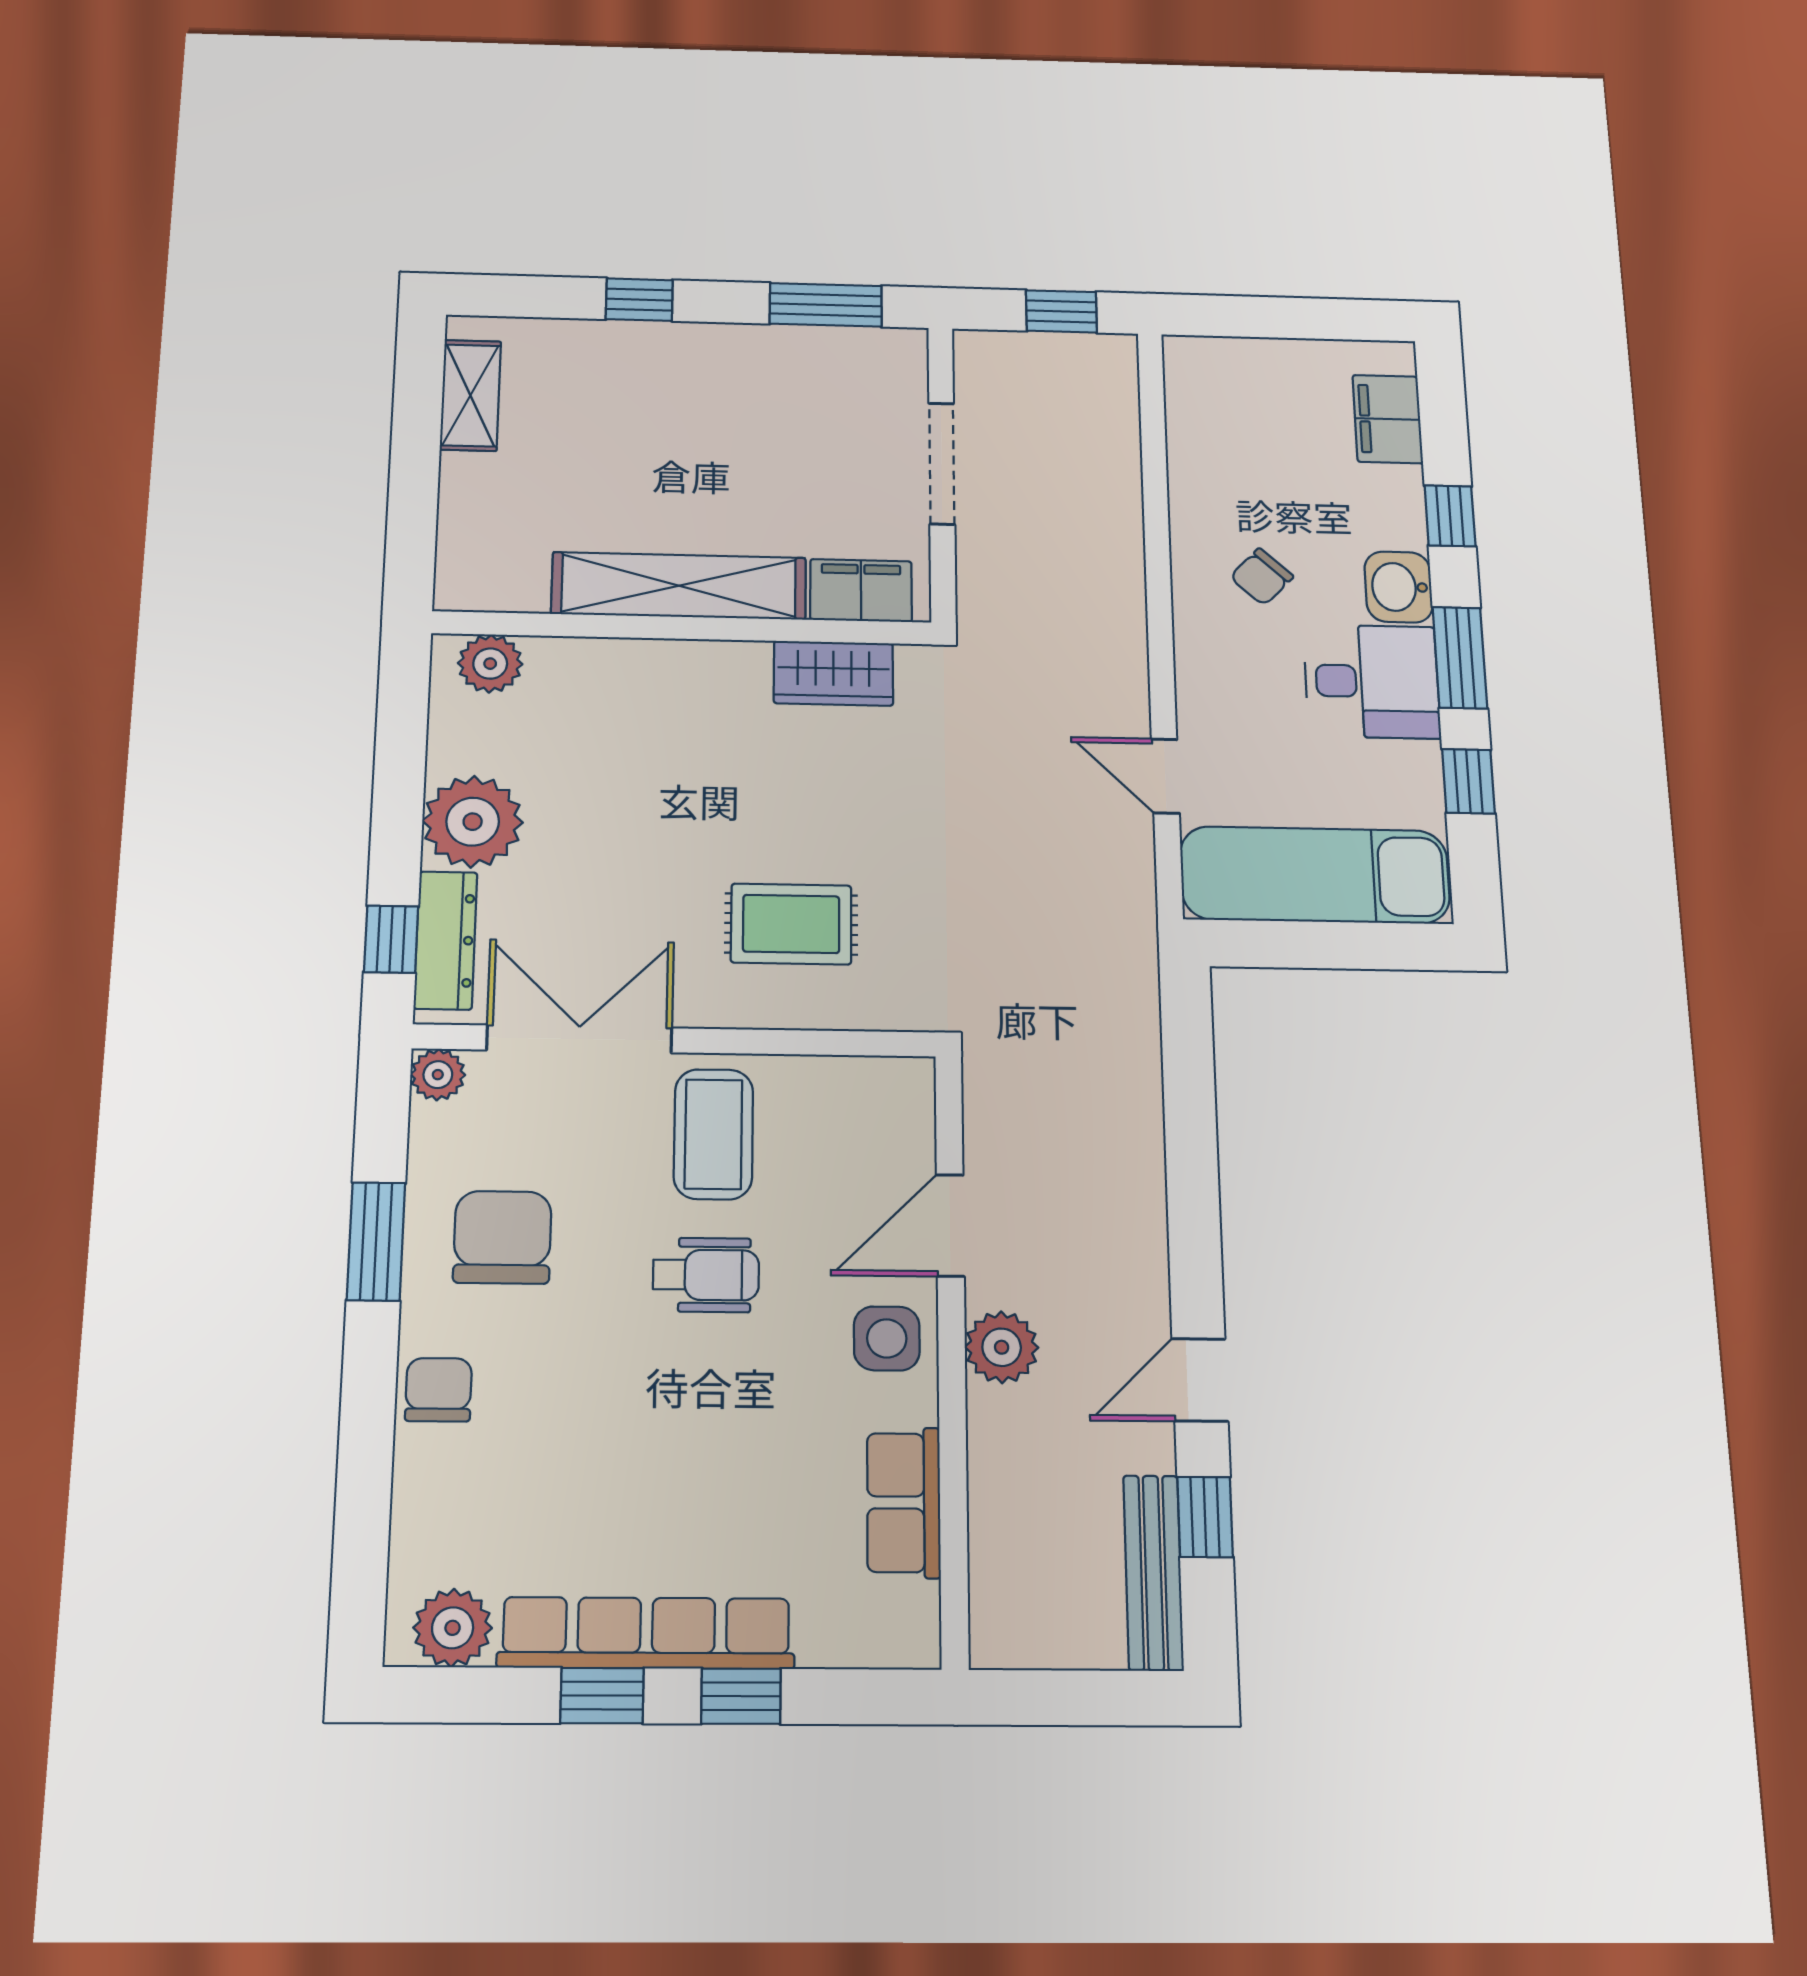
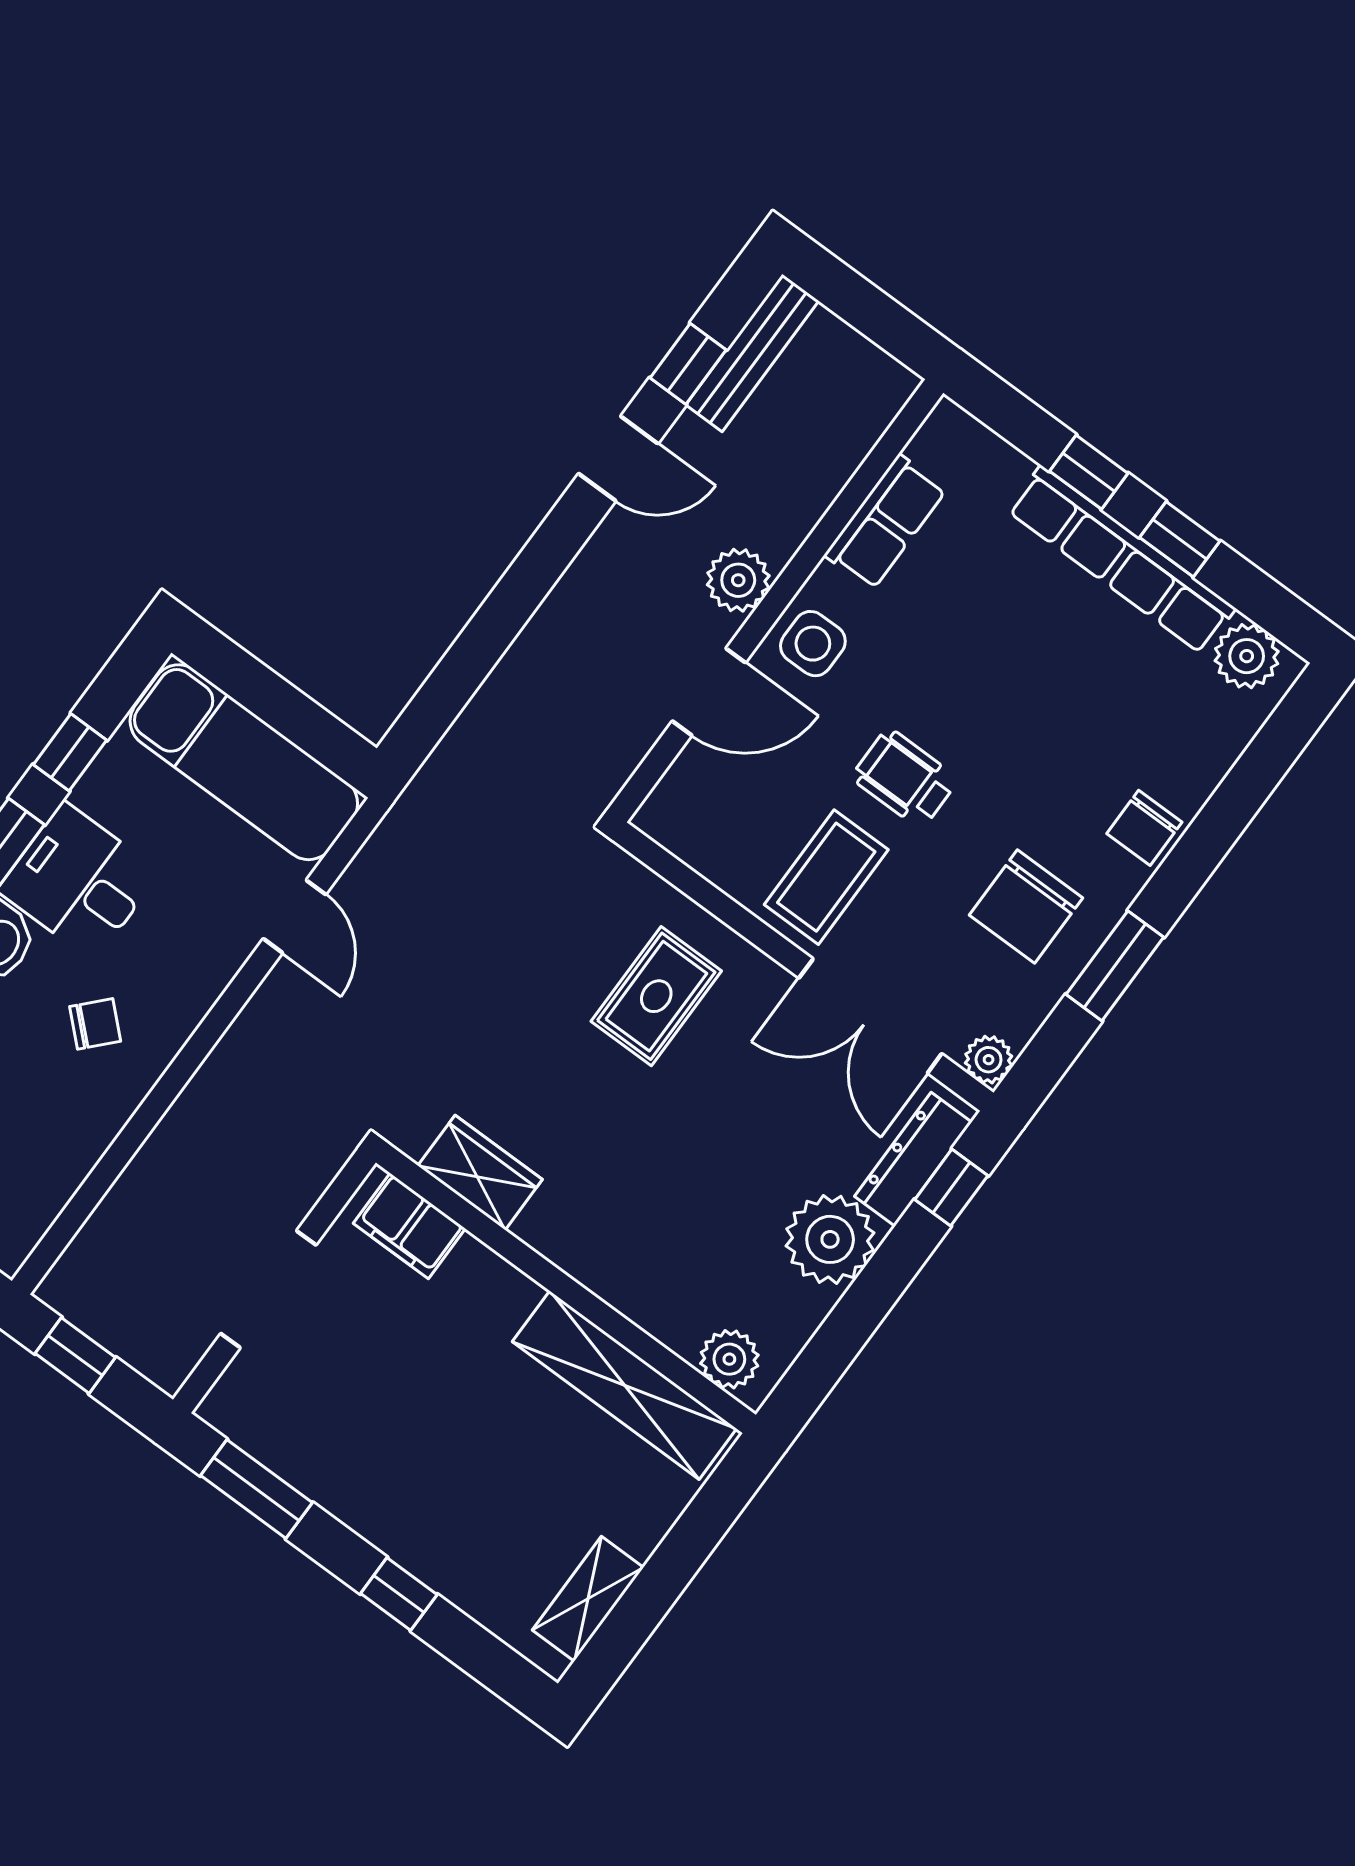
shelving: (679, 586) -> (624, 1385), moved
rug: (791, 924) -> (656, 996), turned 90

